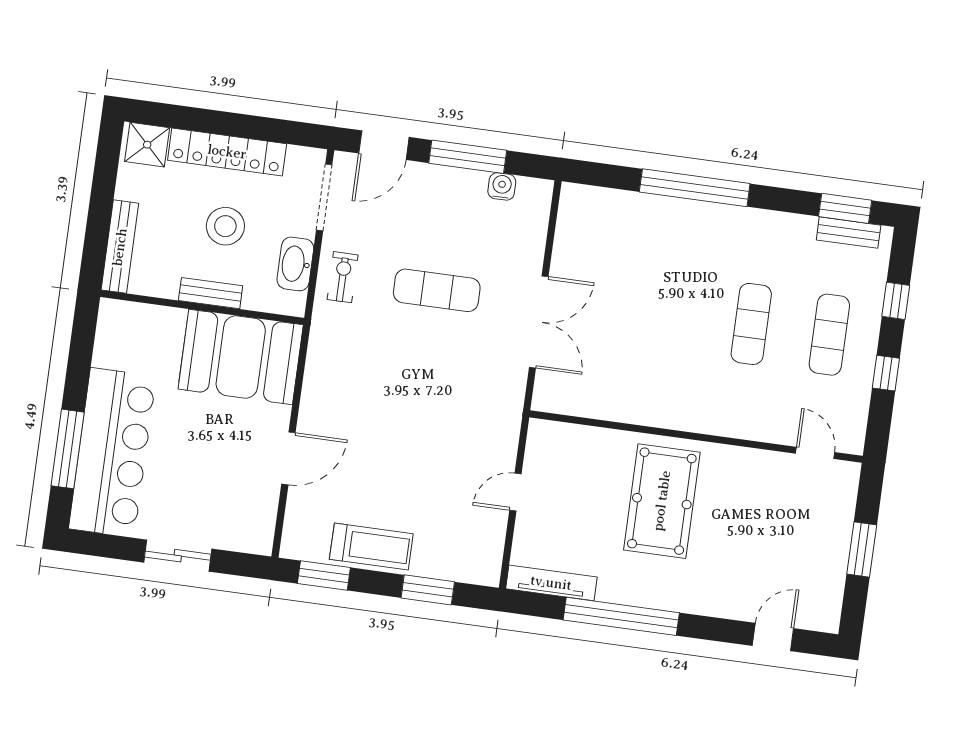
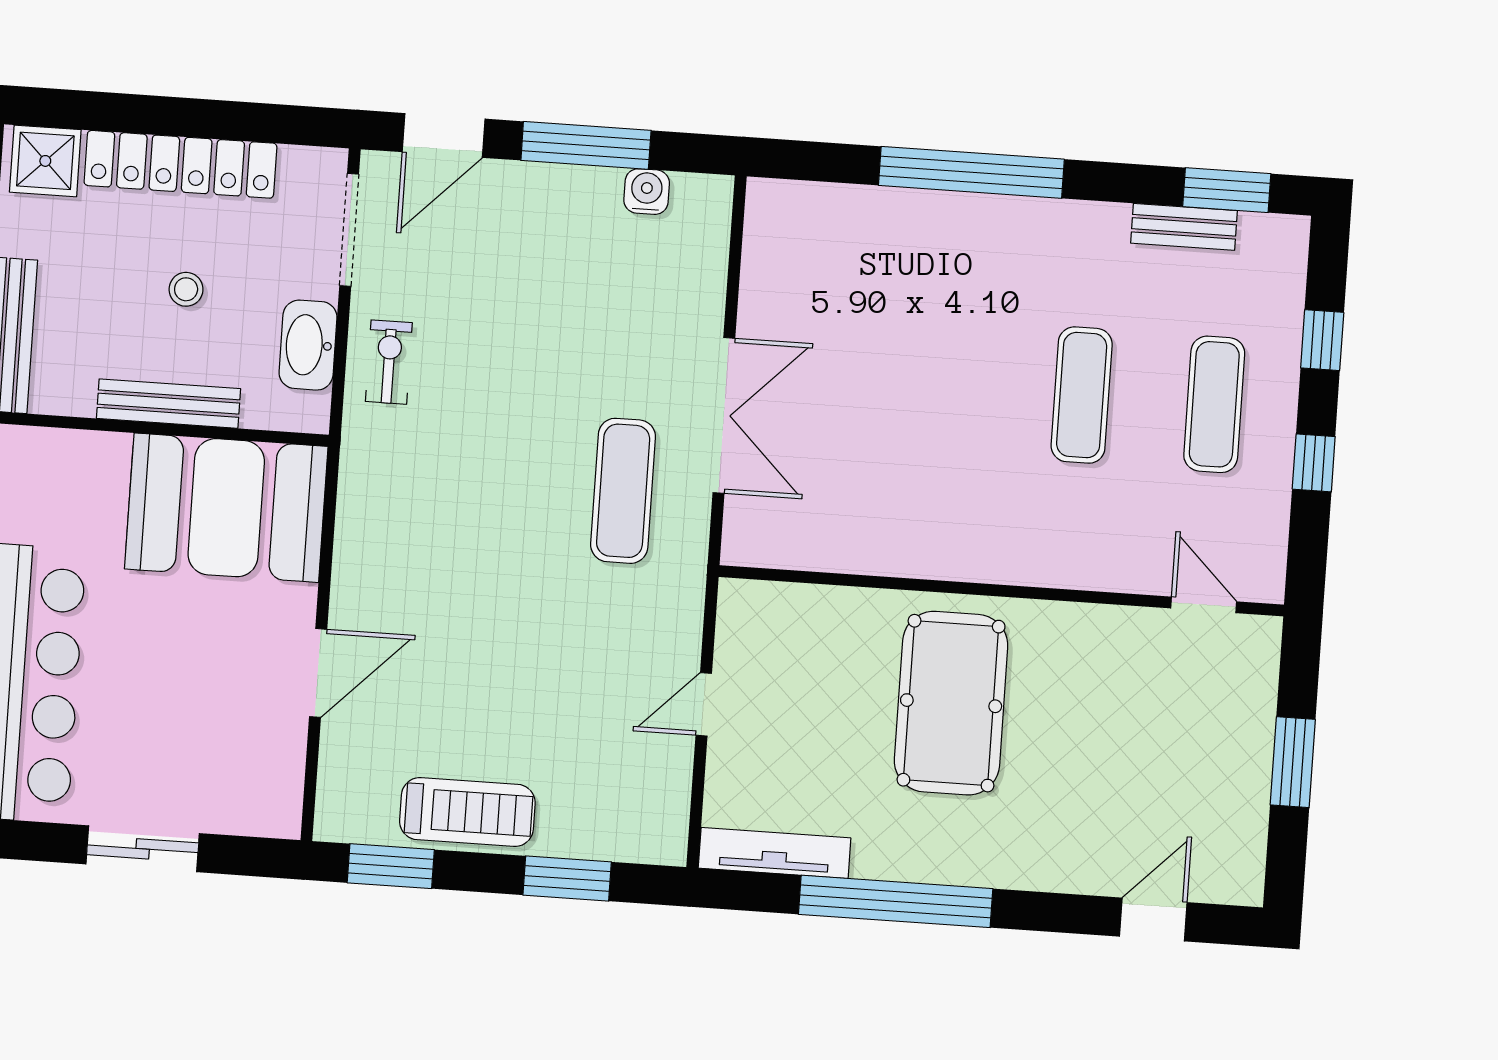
stool: (225, 226) -> (186, 289), width x0.53, depth x0.53
bench: (849, 233) -> (1184, 227), moved
exercise mat: (437, 290) -> (623, 491), moved, turned 90
bench: (211, 293) -> (169, 404), width x1.36

